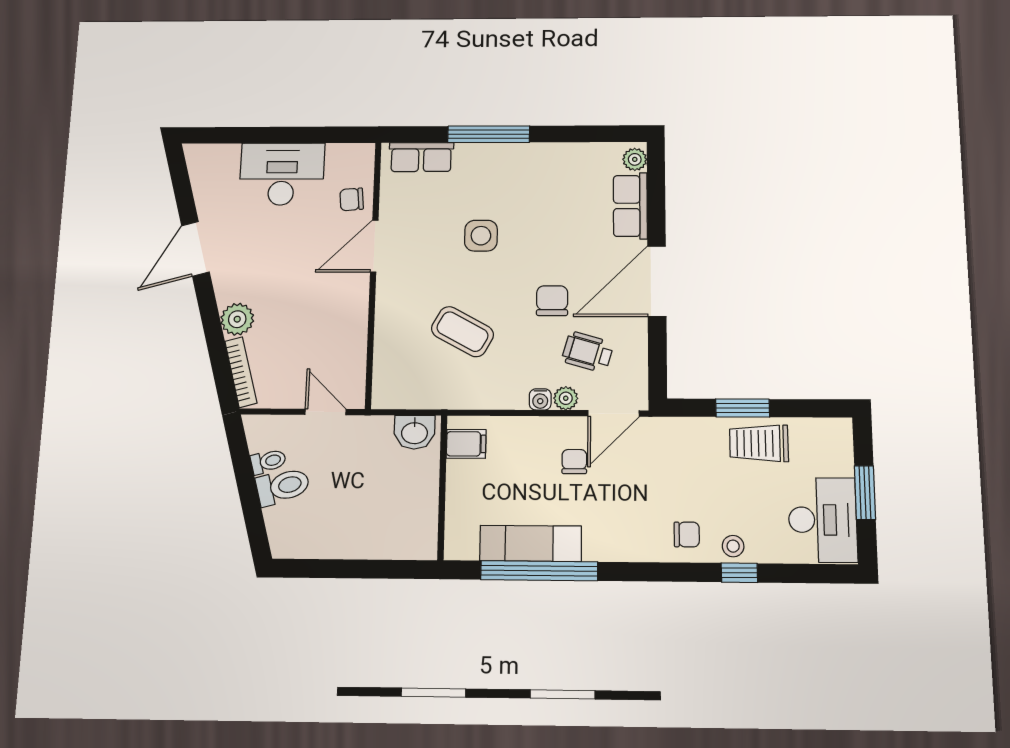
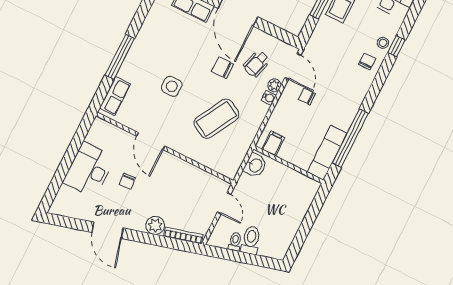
chair: (352, 199) -> (127, 181), moved
coffee table: (462, 332) -> (216, 119), width x1.36, depth x1.32
door: (326, 412) -> (224, 203), swing flipped
exam couch: (531, 543) -> (327, 153), moved

